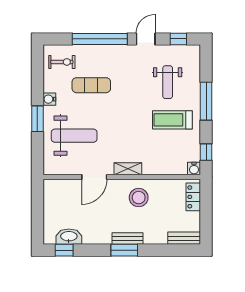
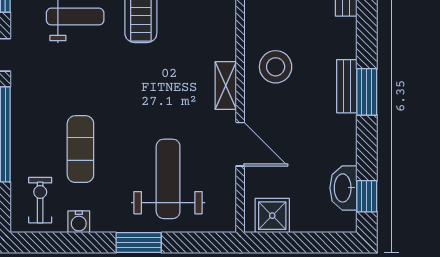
water cooler: (49, 99) -> (79, 222), moved
shower: (53, 196) -> (272, 216), added

